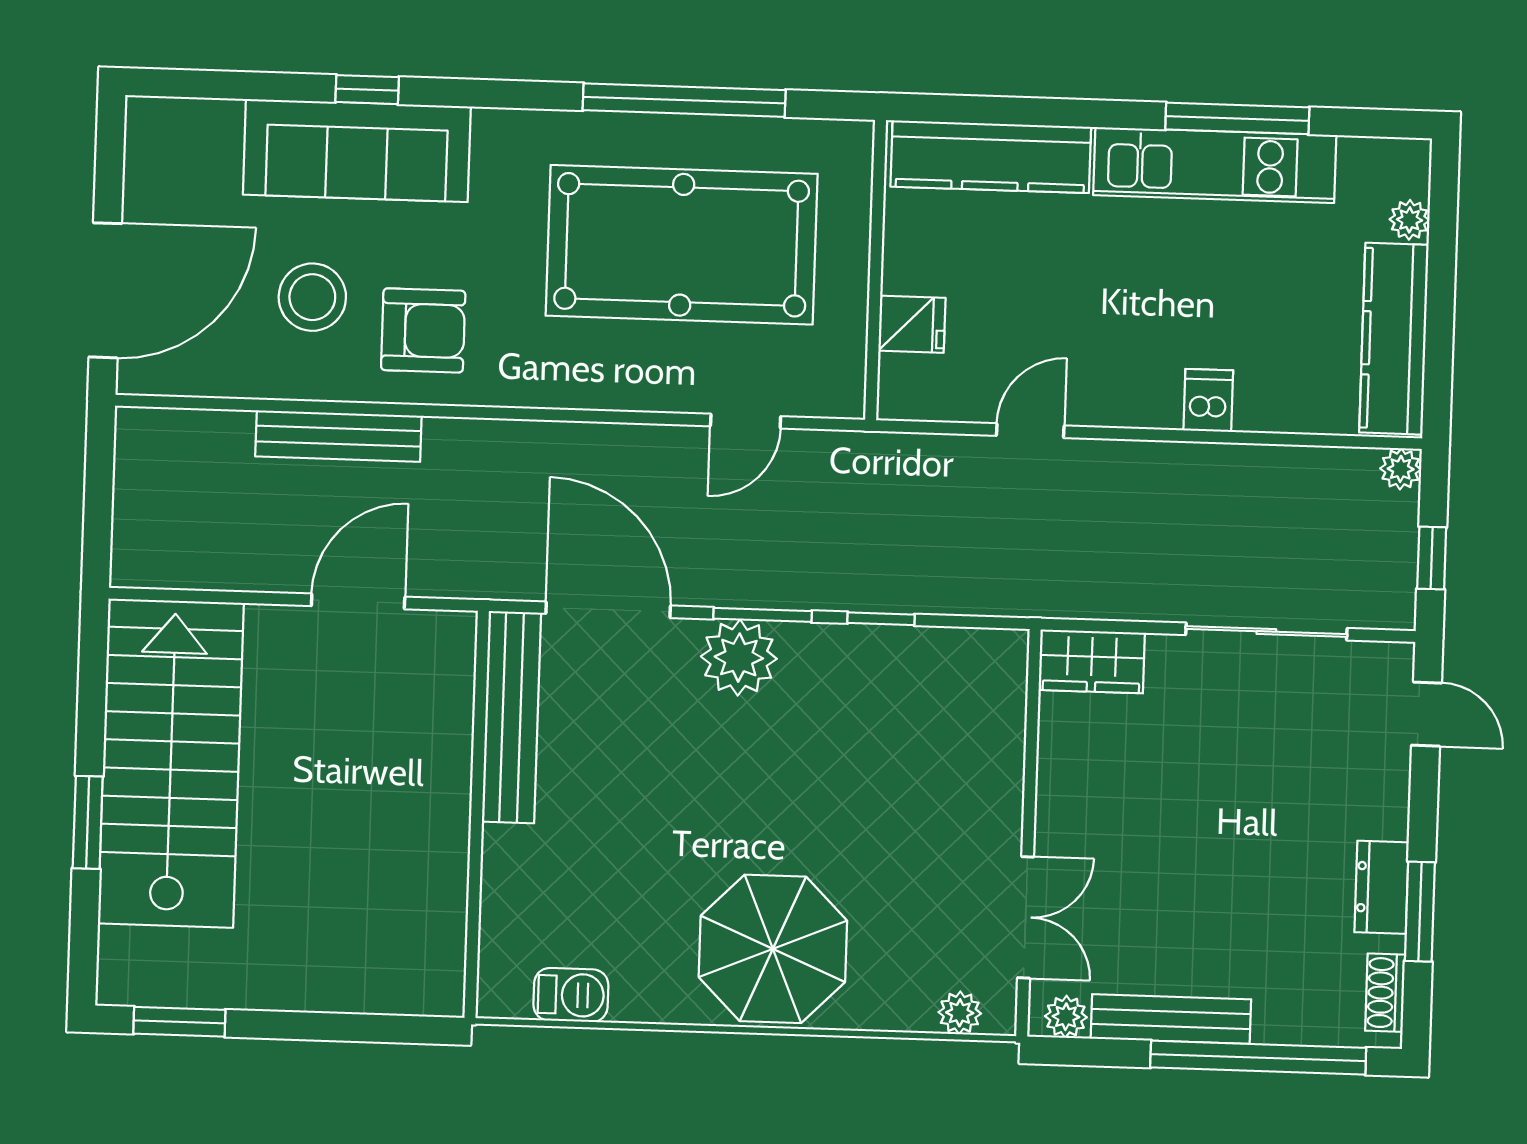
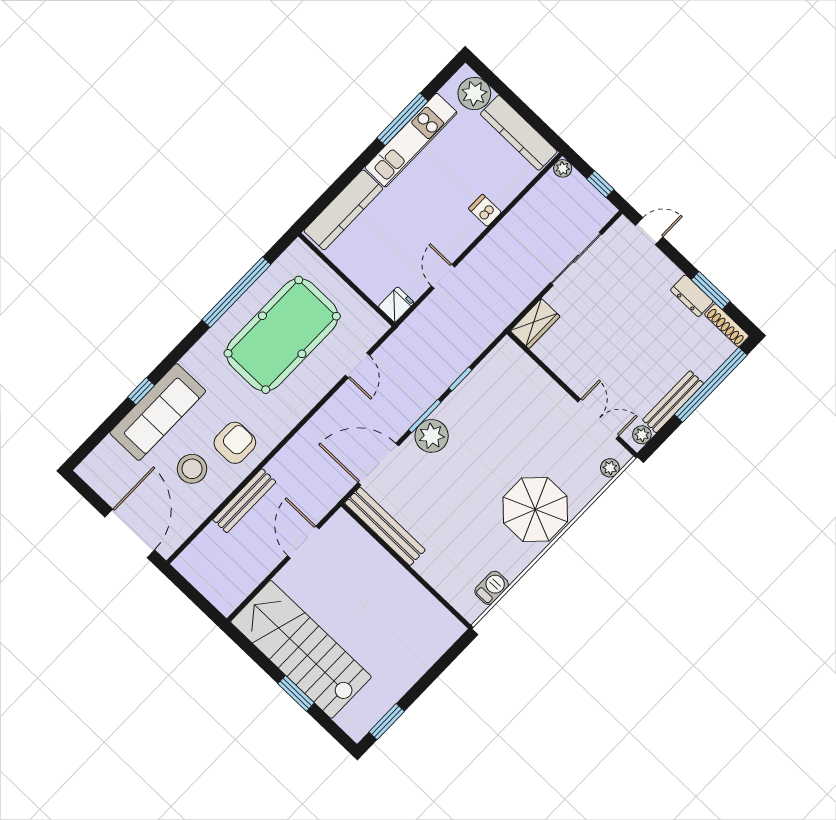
plant: (1409, 220) -> (474, 94), width x1.87, depth x1.87
fridge: (912, 324) -> (396, 305), moved
shoe rack: (1385, 993) -> (727, 325), width x1.43

